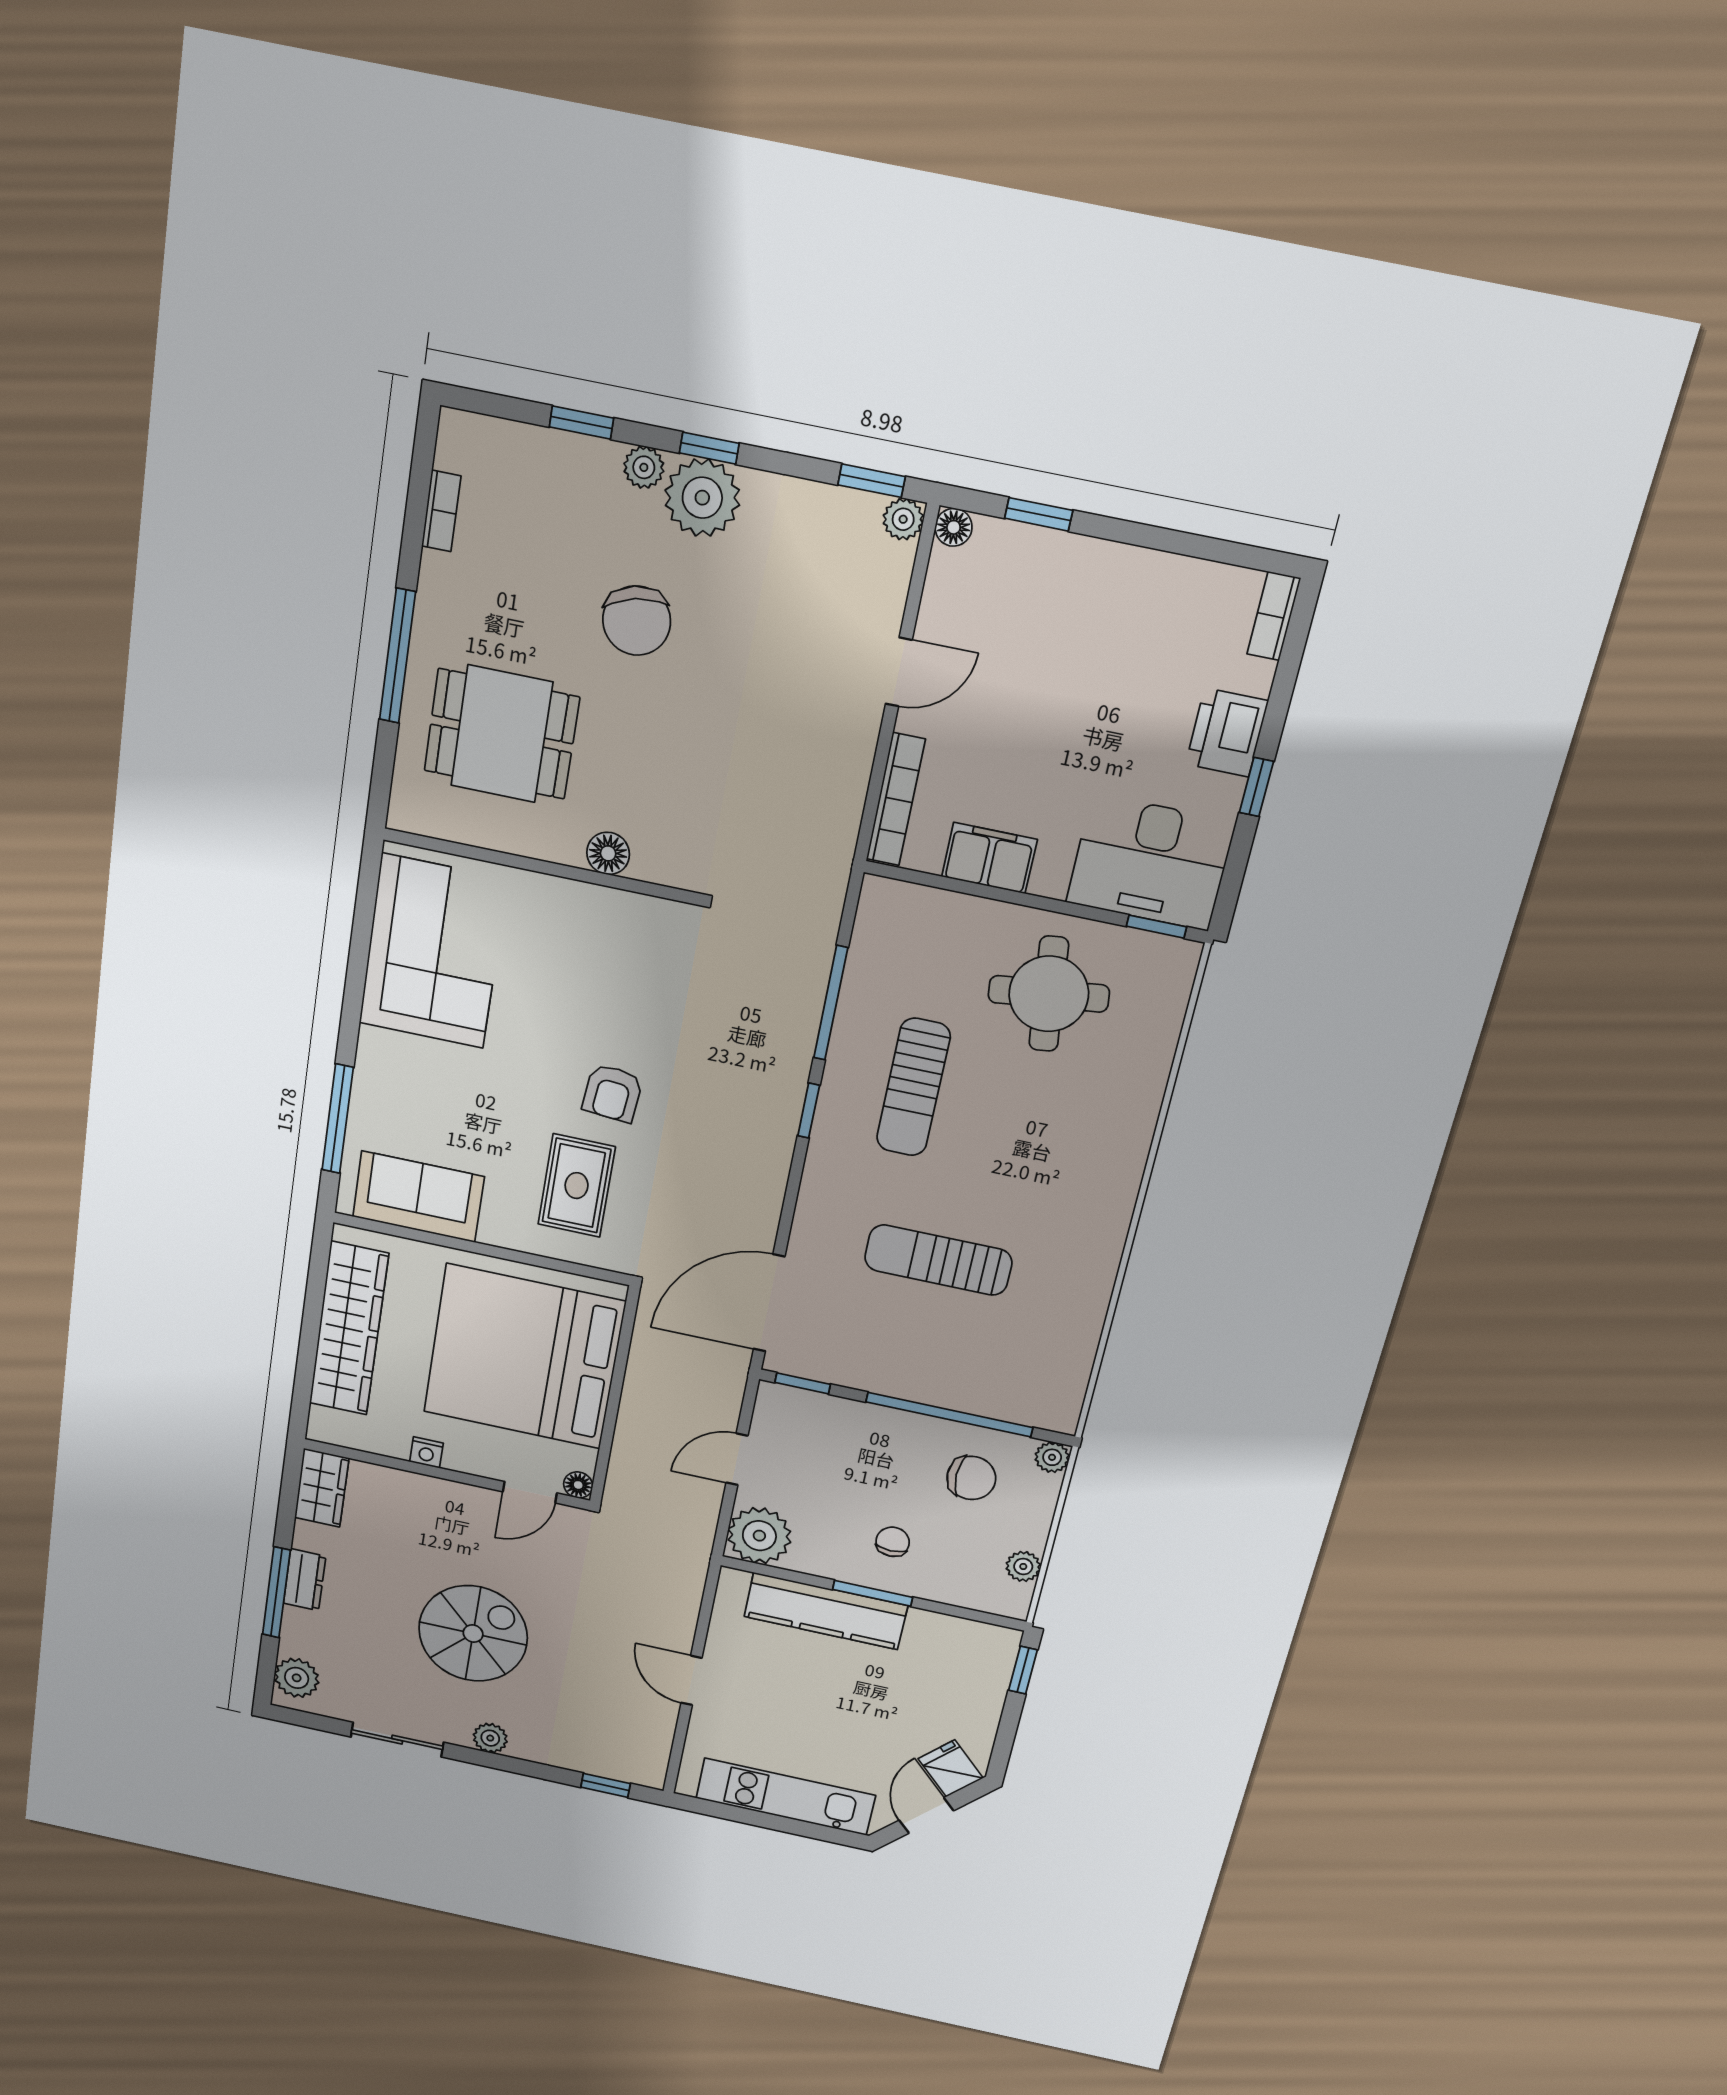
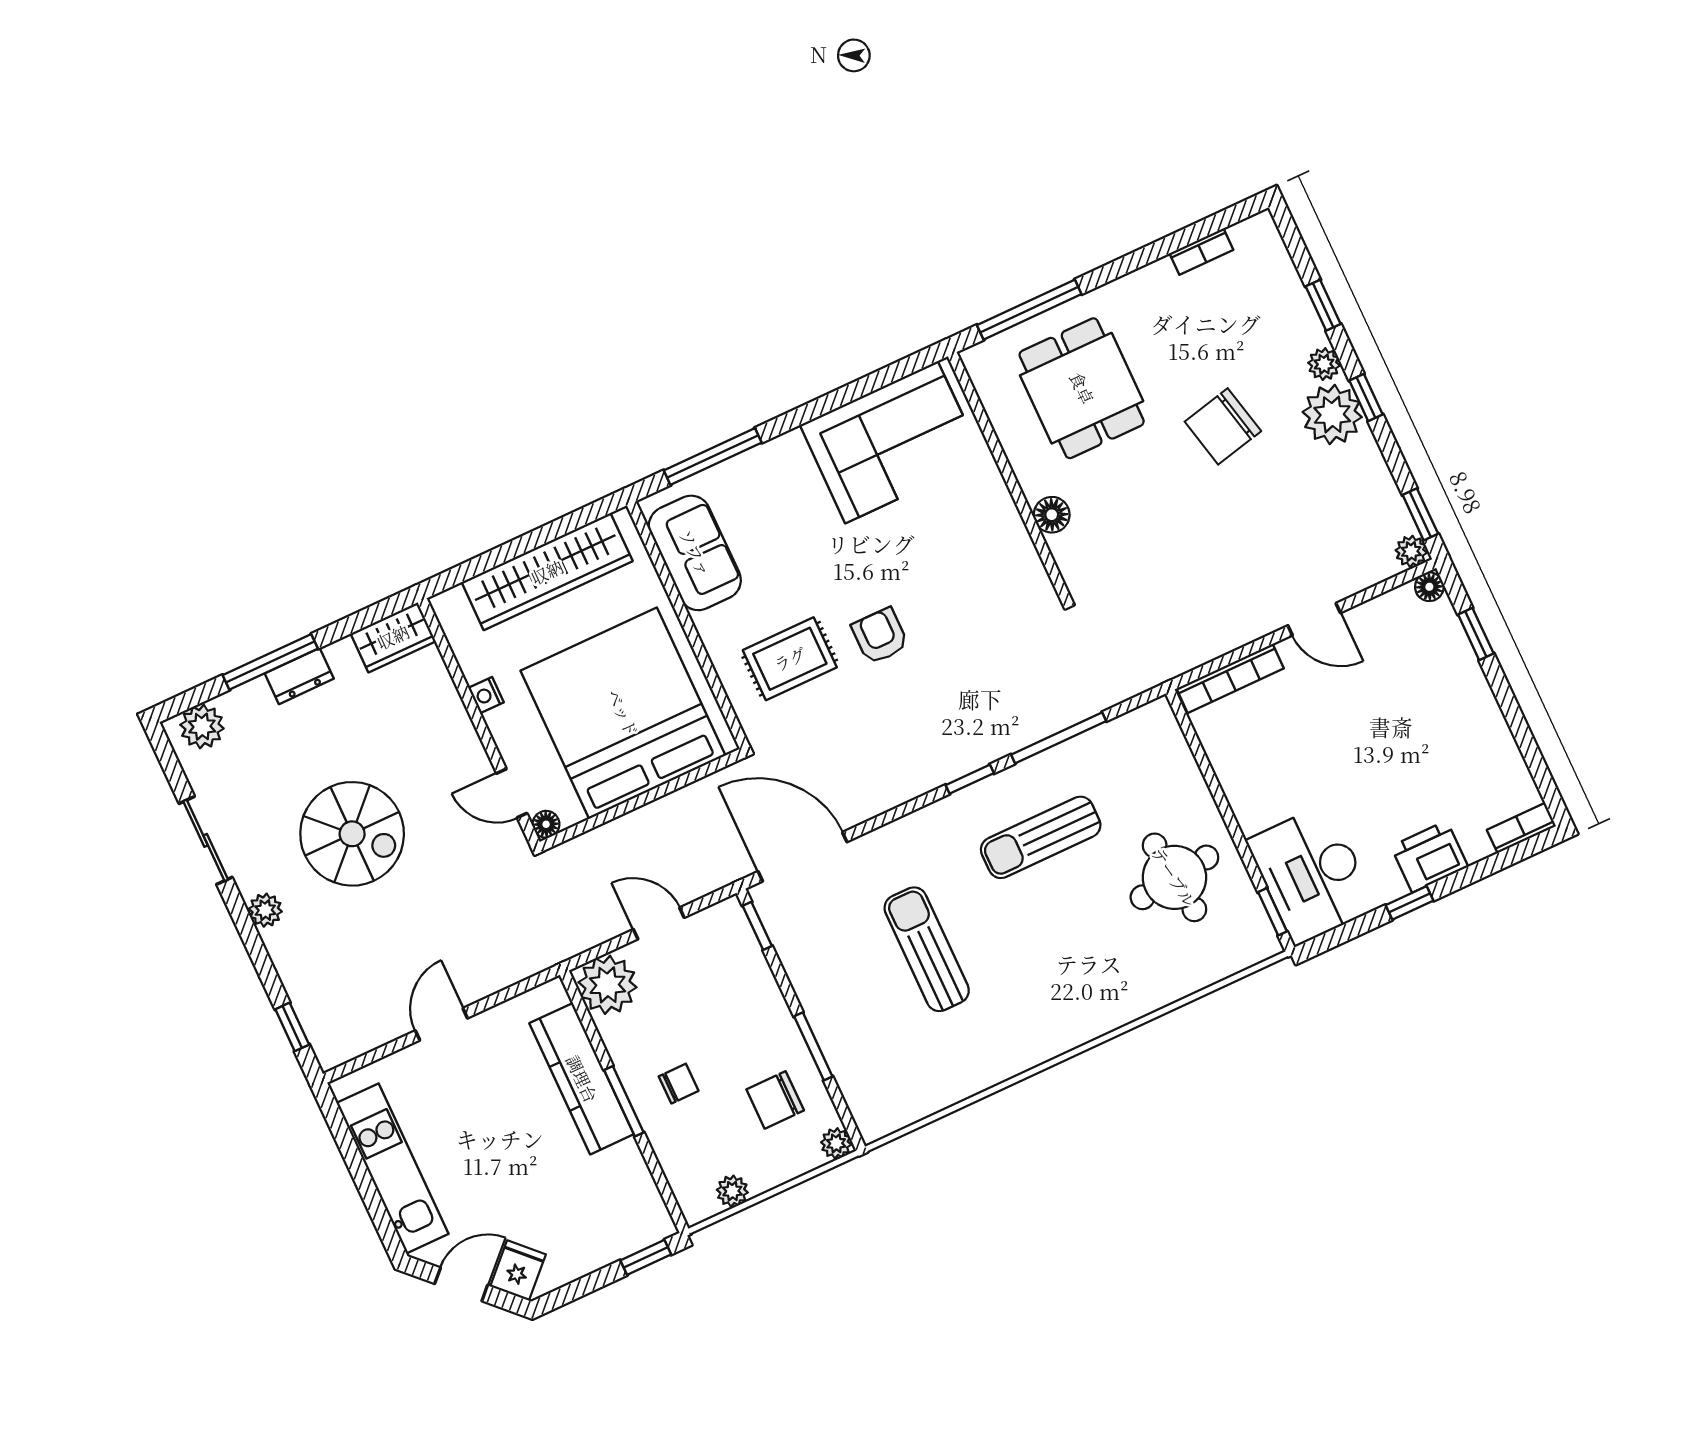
window: (397, 656) -> (1029, 310), moved
filing cabinet: (989, 858) -> (1237, 768), removed
armchair: (613, 1093) -> (880, 636), turned 85
window: (949, 1415) -> (813, 1046), width x0.47
chair: (971, 1478) -> (775, 1100), turned 90

